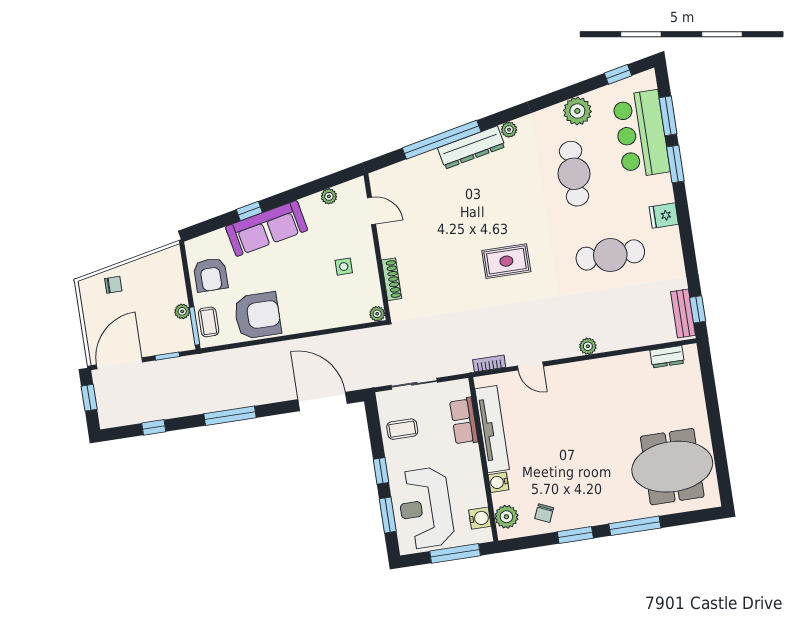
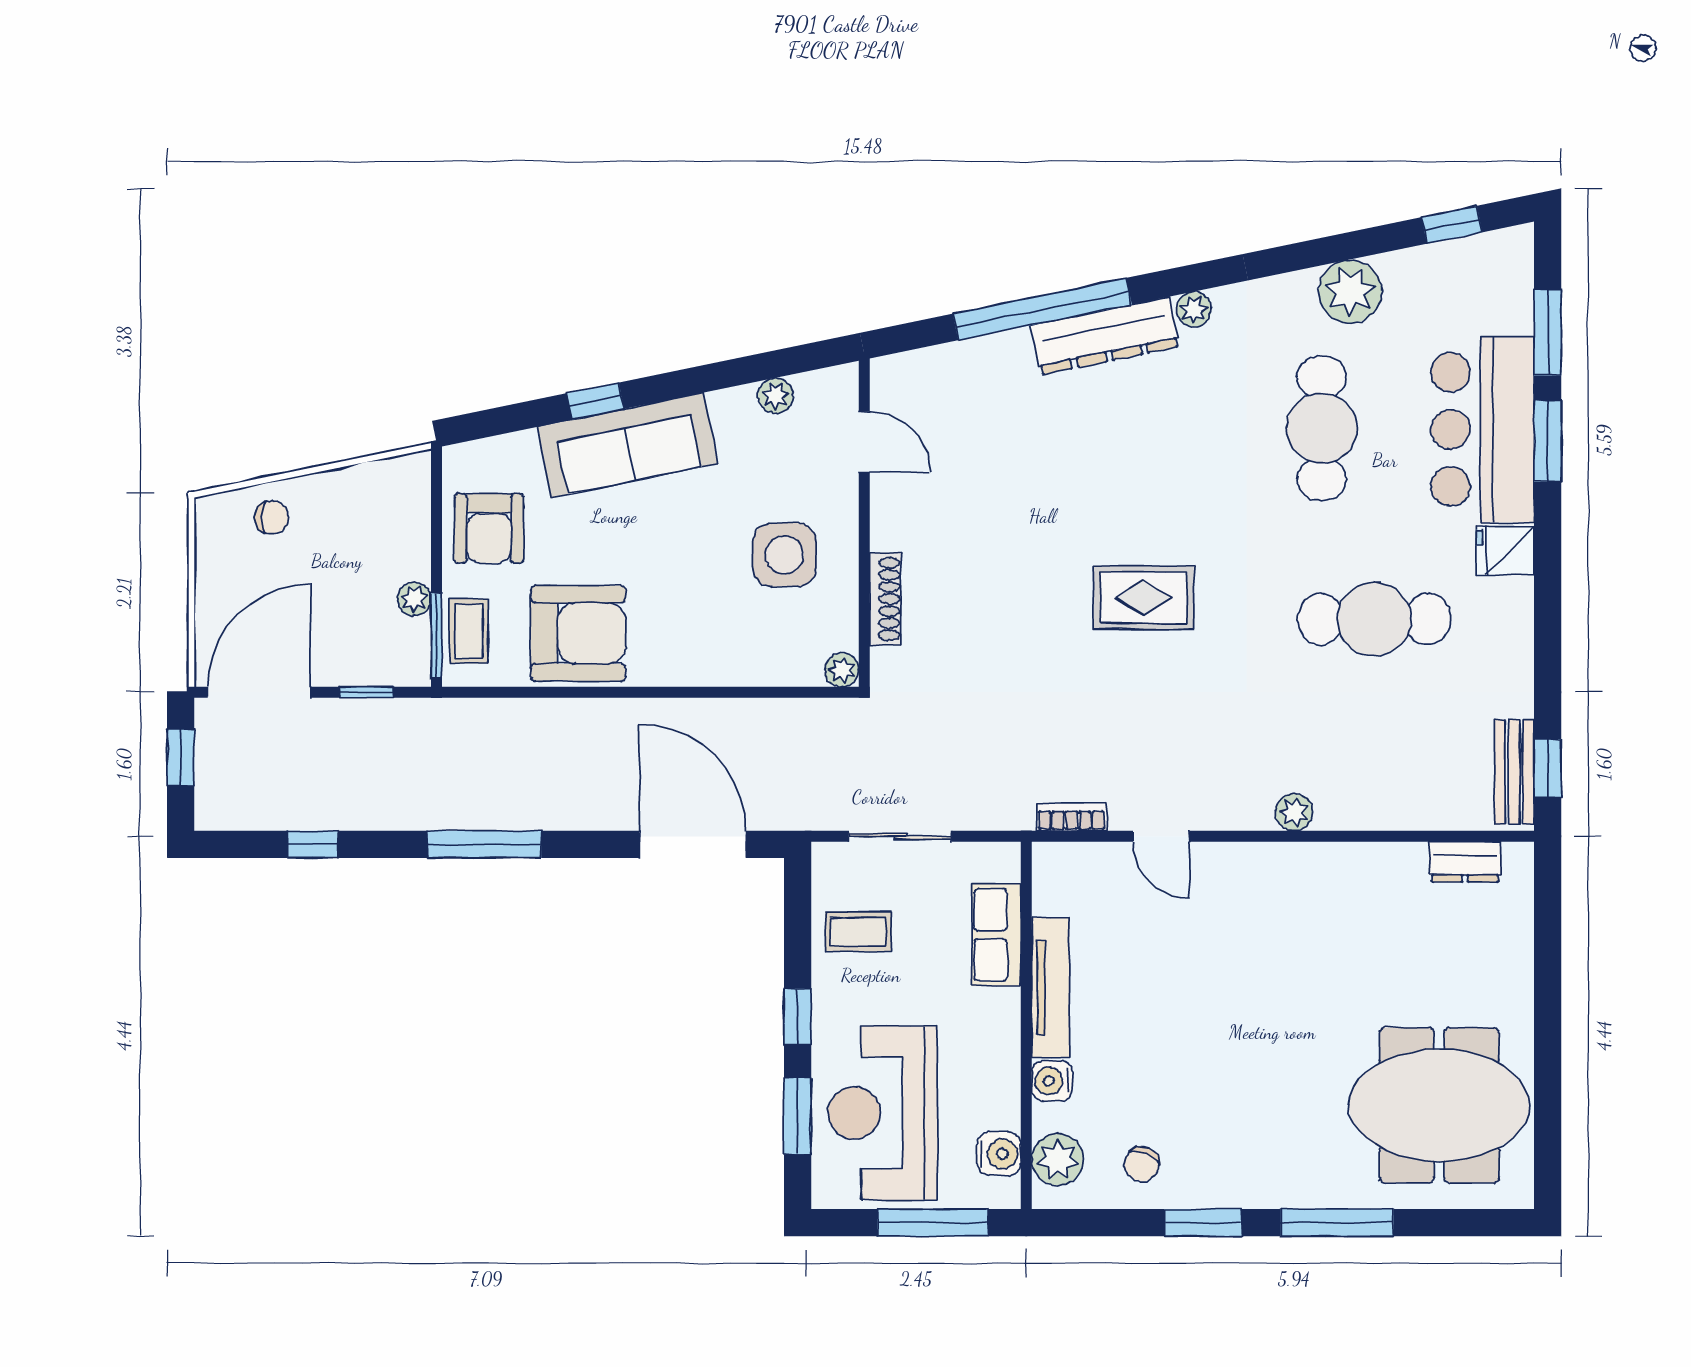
bar counter: (641, 134) -> (1483, 429), moved
side table: (344, 267) -> (784, 555), width x1.87, depth x1.87
tv unit: (492, 429) -> (1051, 987), width x0.73, depth x0.78

